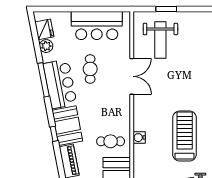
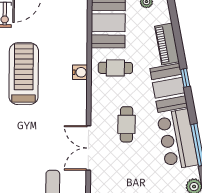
cafe table: (90, 69) -> (127, 124), moved
treadmill: (185, 136) -> (24, 74), turned 180

